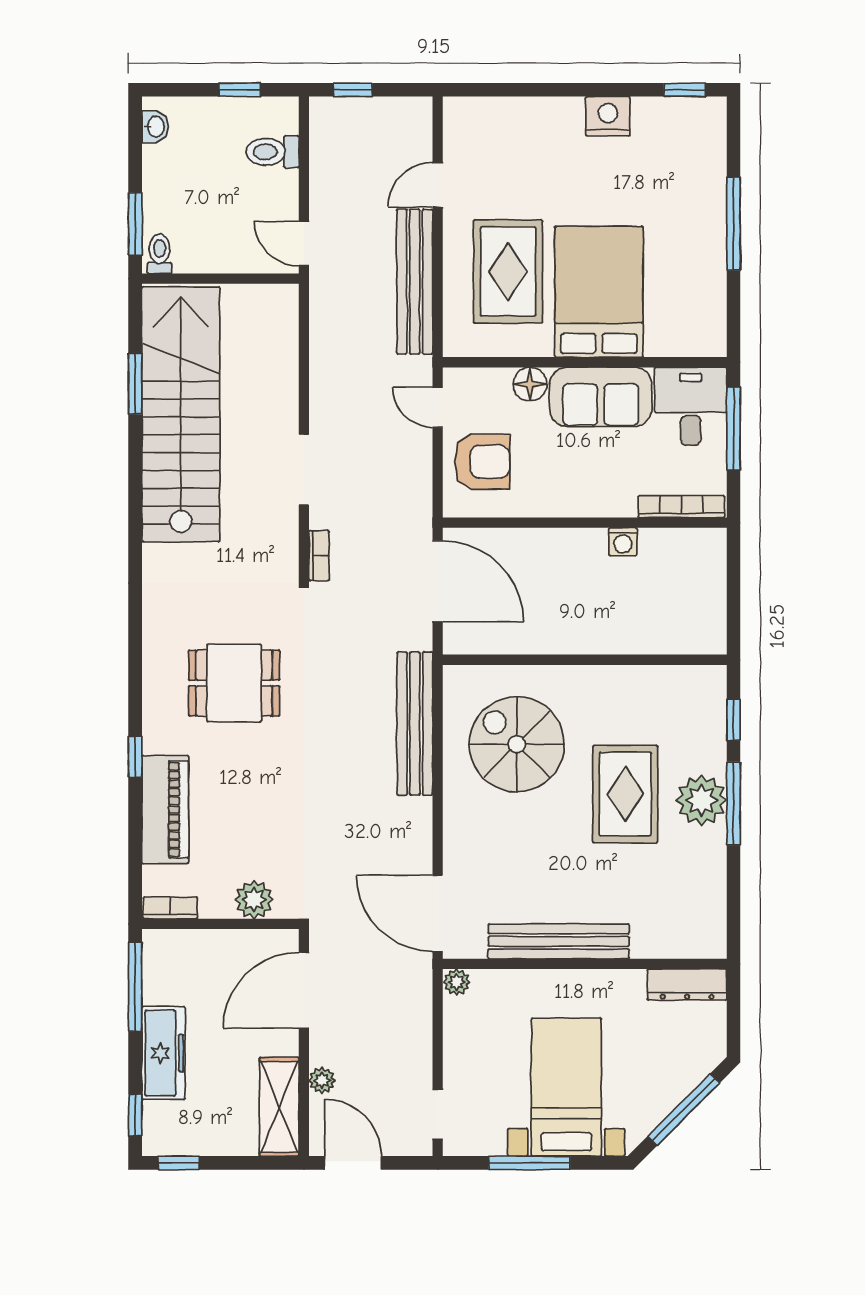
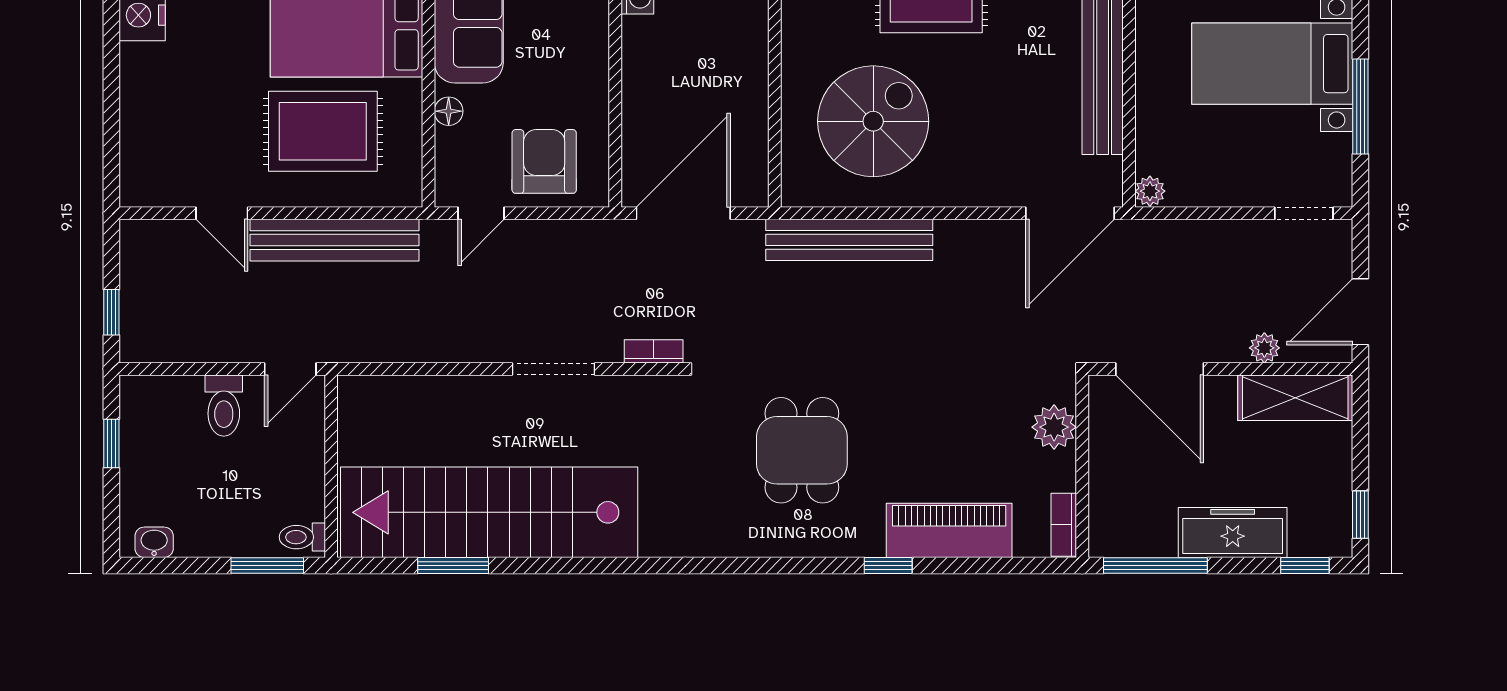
toilet: (273, 152) -> (224, 406), moved
floor lamp: (530, 384) -> (449, 111), width x0.73, depth x0.73
spiral stairs: (517, 744) -> (873, 121), turned 180

